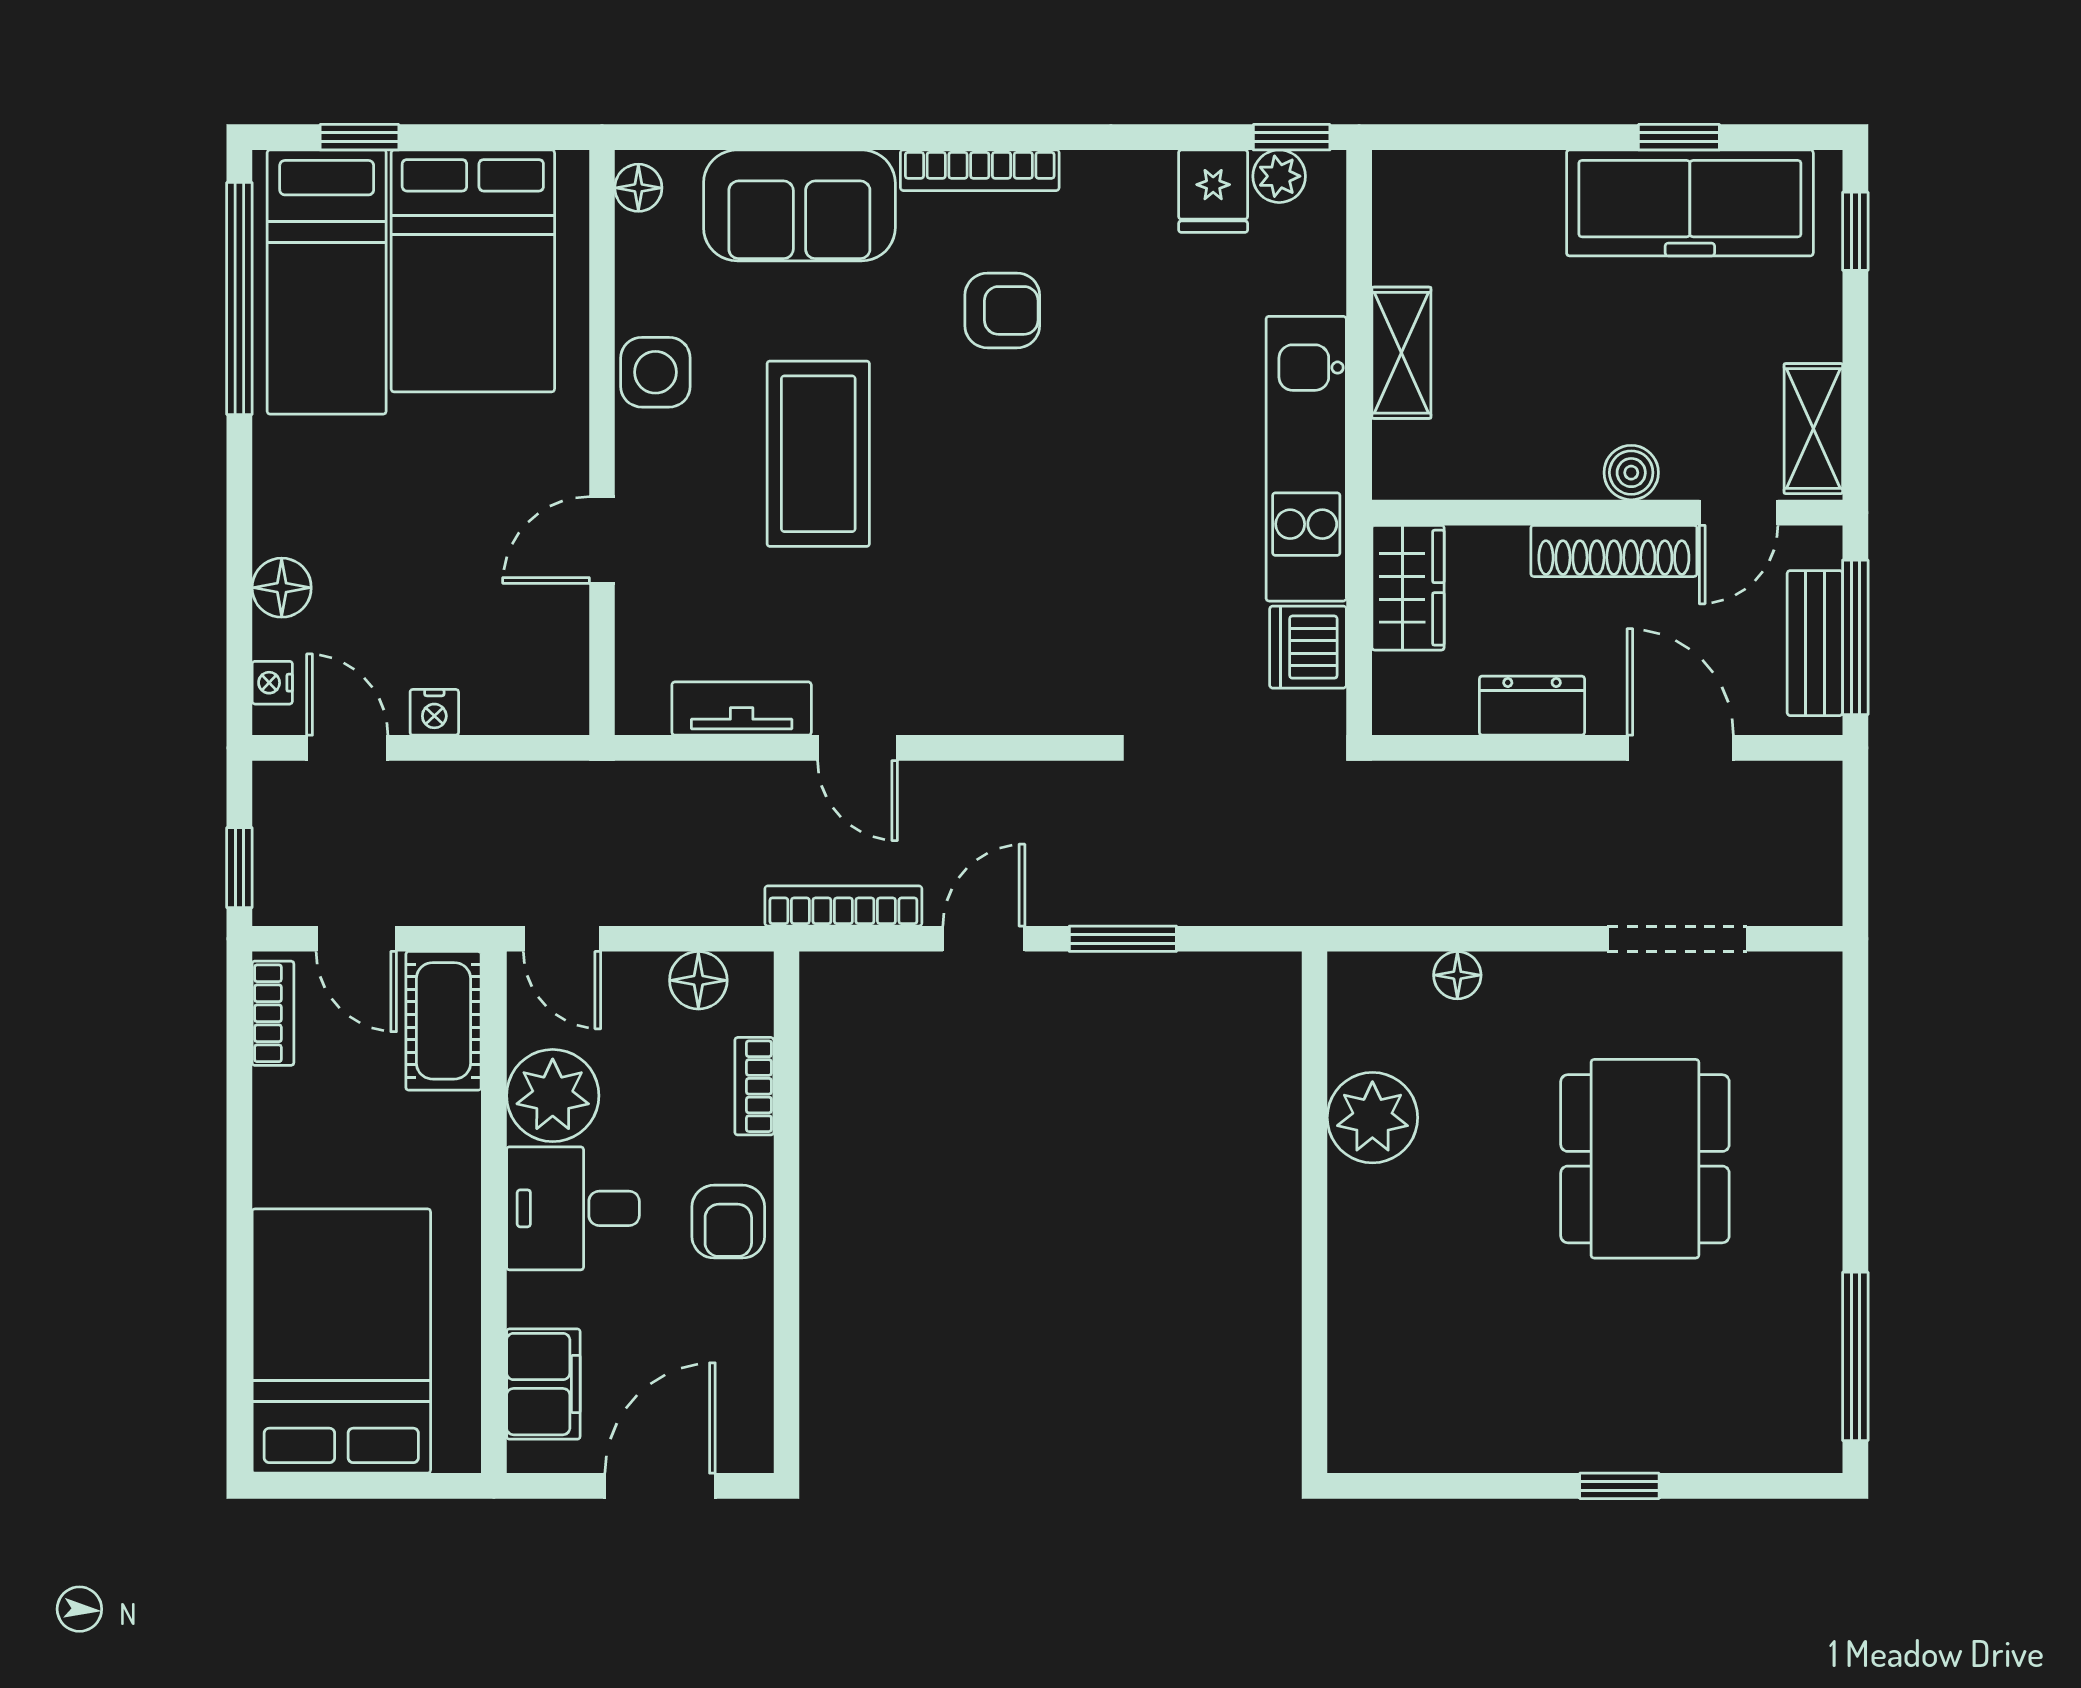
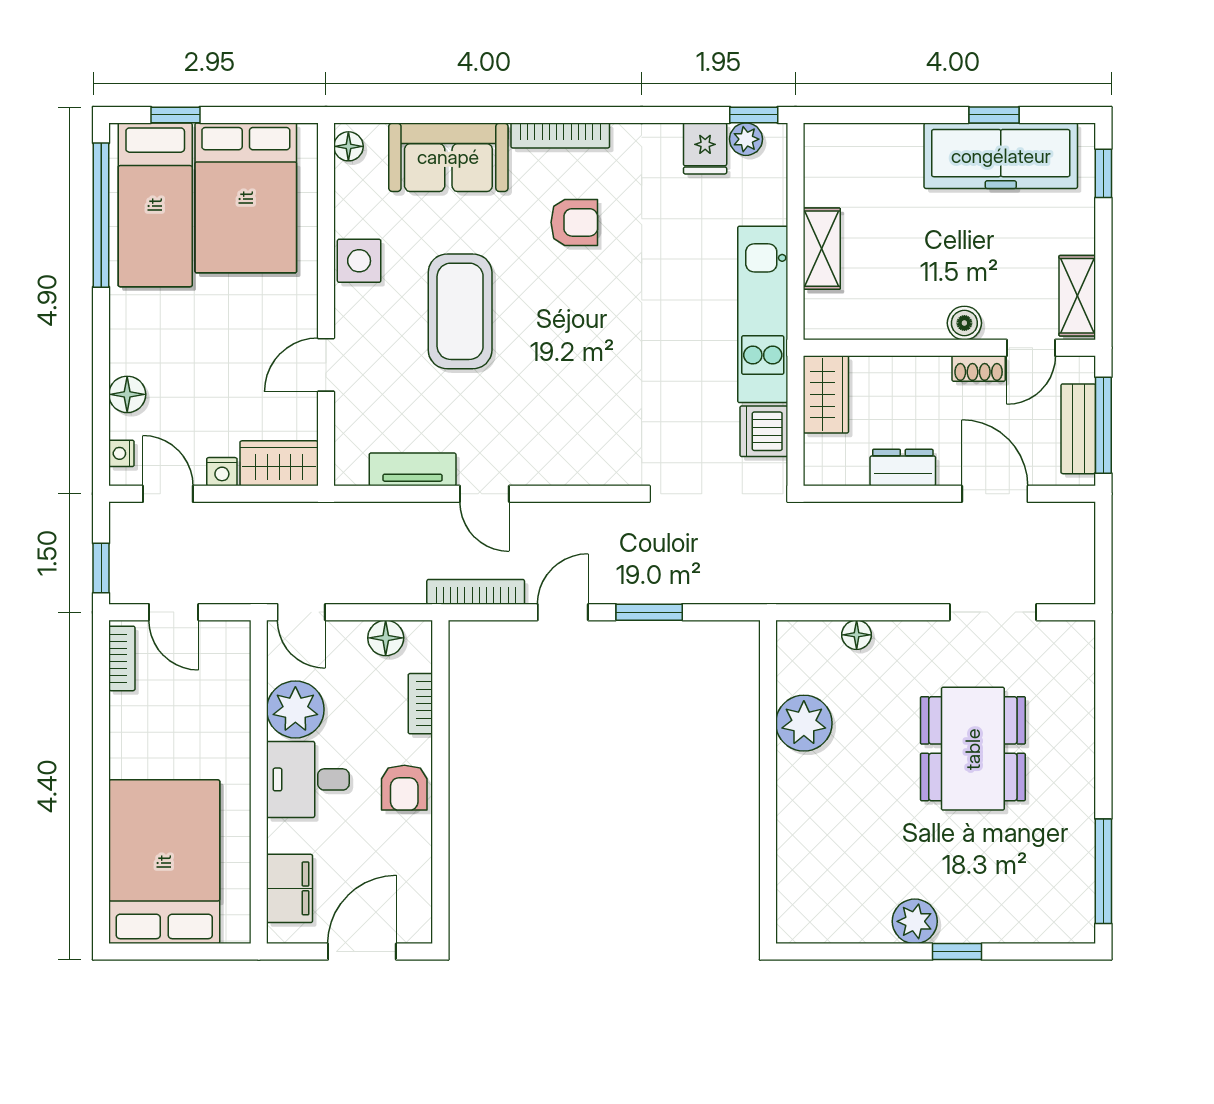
shoe rack: (1614, 551) -> (979, 369), width x0.51, depth x0.81
wardrobe: (526, 699) -> (279, 463), added
cot: (443, 1021) -> (228, 663), removed
plant: (1551, 1437) -> (915, 921), added

